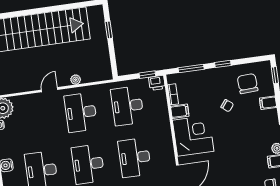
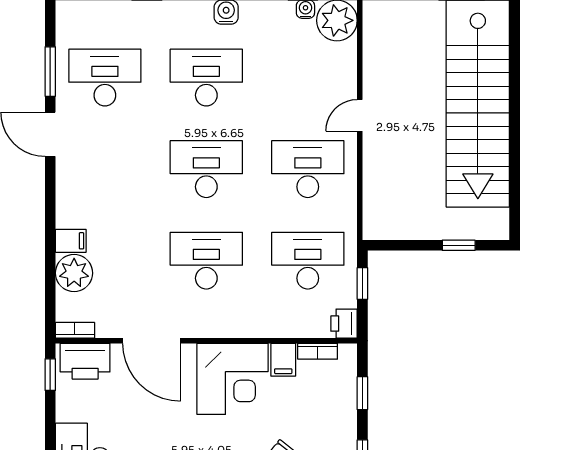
window: (191, 68) -> (362, 393), width x0.67
window: (147, 75) -> (362, 284), moved
plant: (76, 80) -> (372, 168), removed
door: (50, 90) -> (360, 115), swing flipped

